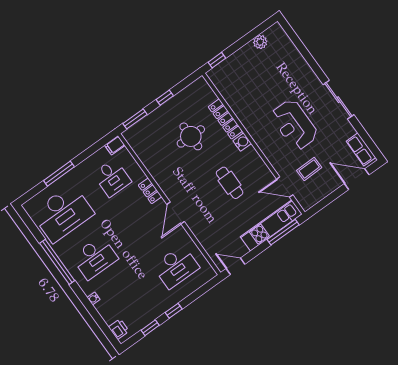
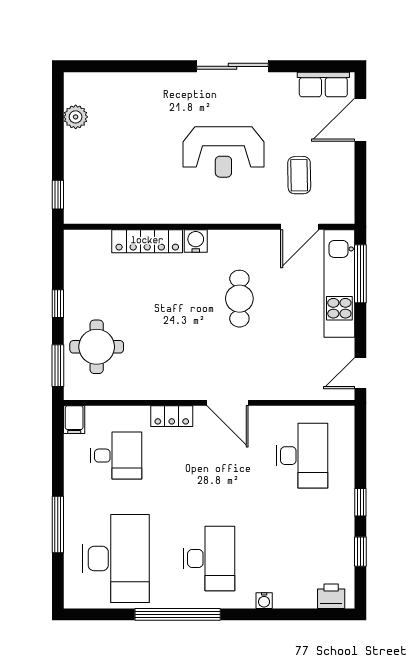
round table: (191, 136) -> (97, 347), moved
cafe table: (230, 183) -> (239, 299), turned 90

